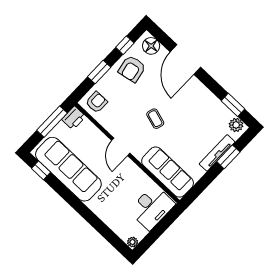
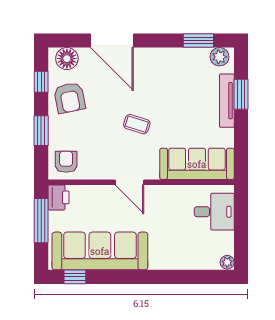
desk: (152, 207) -> (214, 212), width x0.73

